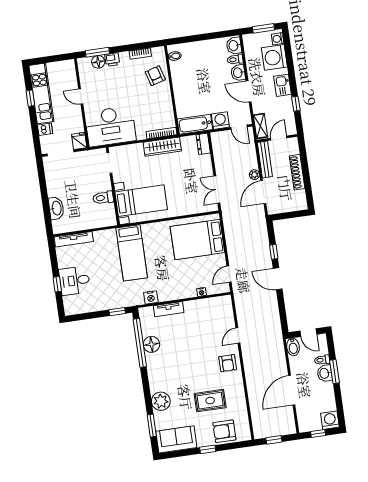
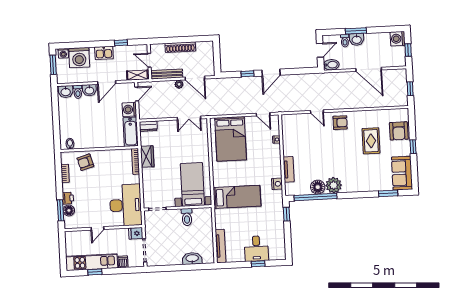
wardrobe: (162, 147) -> (147, 156), width x0.67
plant: (161, 401) -> (334, 185), moved

